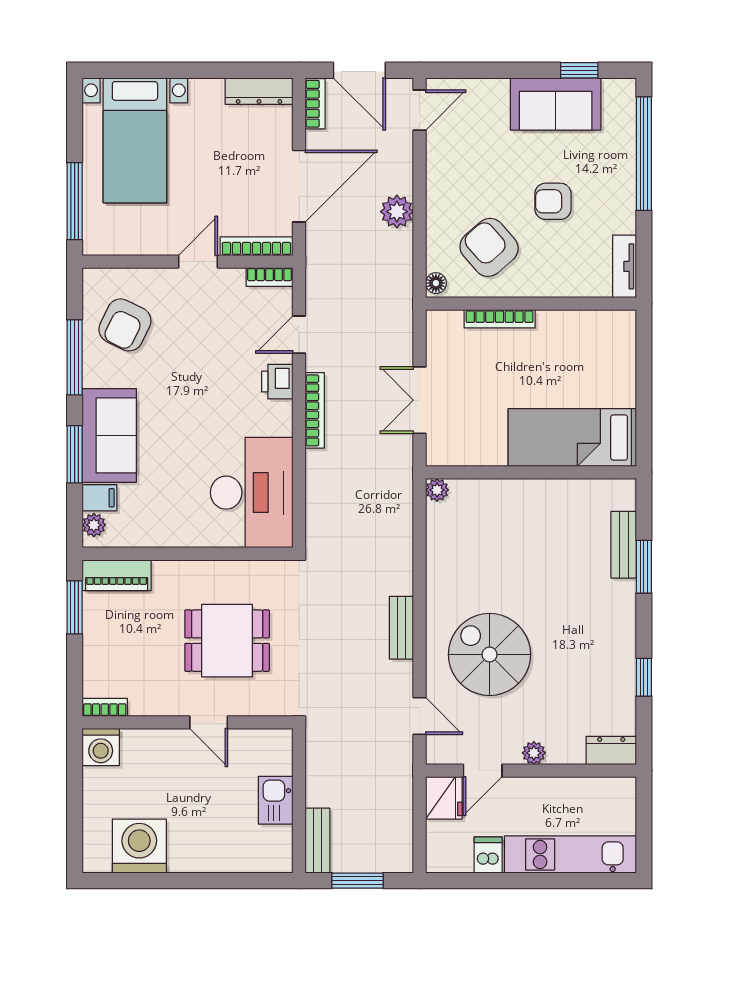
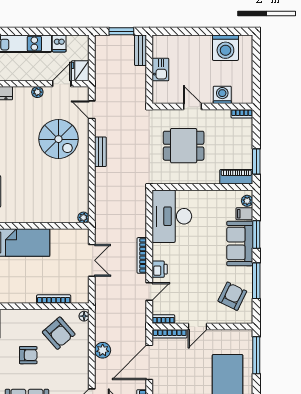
washing machine: (101, 747) -> (222, 95), moved

